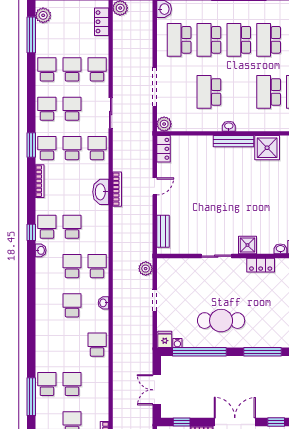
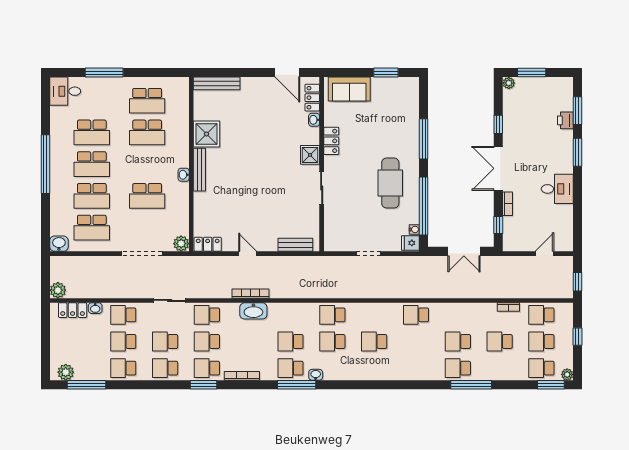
window: (31, 232) -> (297, 385), width x2.17
plant: (146, 269) -> (335, 263), removed
washbasin: (103, 303) -> (95, 308), moved

